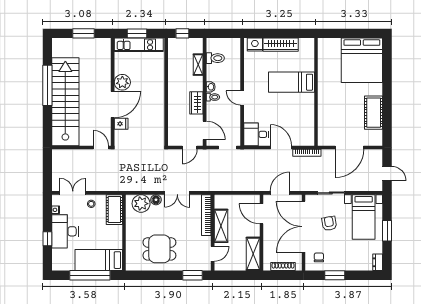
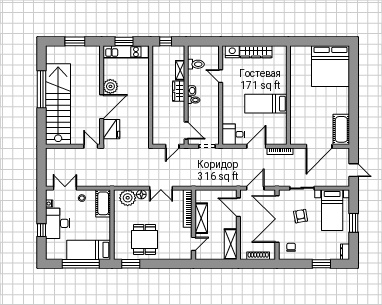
bed: (291, 82) -> (266, 104), moved
door: (242, 98) -> (221, 76), moved
wardrobe: (196, 103) -> (179, 91), moved
cot: (374, 113) -> (341, 129), moved
fridge: (121, 124) -> (111, 129), width x1.88, depth x1.34
door: (281, 147) -> (256, 146), hinge flipped
dining table: (159, 249) -> (145, 239), turned 90
window: (193, 275) -> (131, 264), moved
window: (335, 275) -> (321, 264), moved

